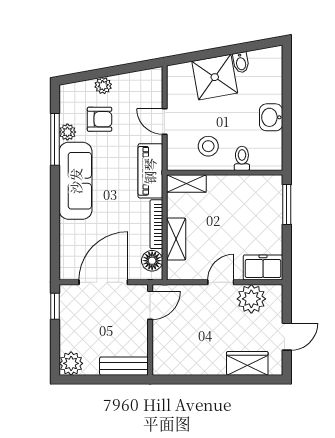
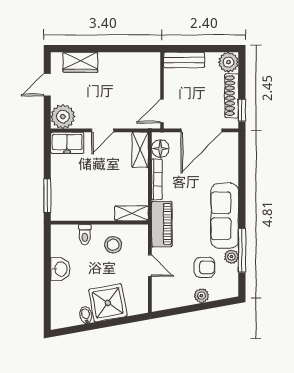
armchair: (100, 119) -> (204, 267), turned 180
shelving: (176, 239) -> (140, 150), moved
plant: (251, 299) -> (63, 117), moved
shoe rack: (67, 324) -> (232, 96), added

